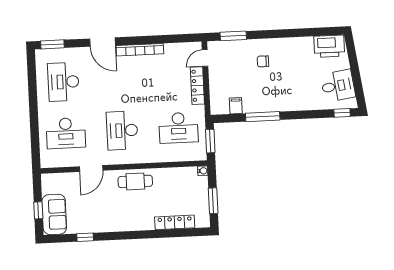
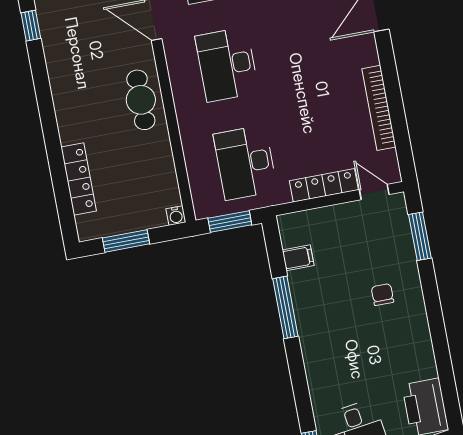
bookcase: (140, 50) -> (379, 108), moved
desk: (122, 130) -> (227, 64), turned -90

